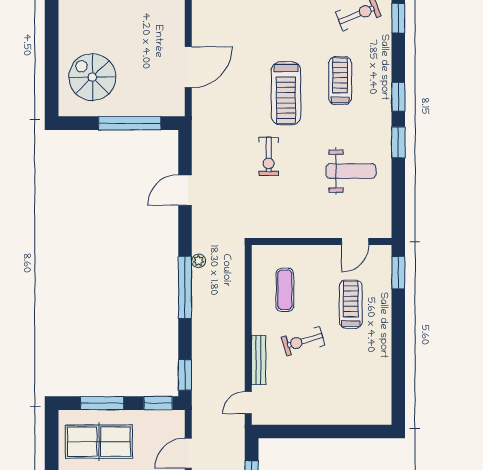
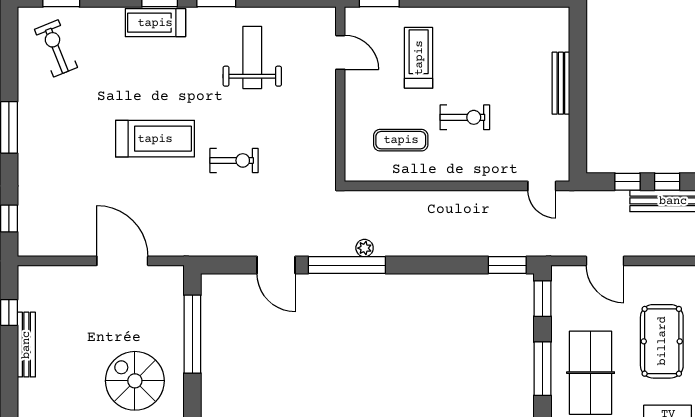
spiral stairs: (92, 77) -> (135, 381), turned 90
treadmill: (340, 81) -> (155, 23), moved
window: (185, 287) -> (347, 265), moved
treadmill: (351, 304) -> (419, 58), turned 90
exercise bike: (303, 341) -> (465, 117), turned -74
bench: (259, 360) -> (561, 83), moved, turned 90

